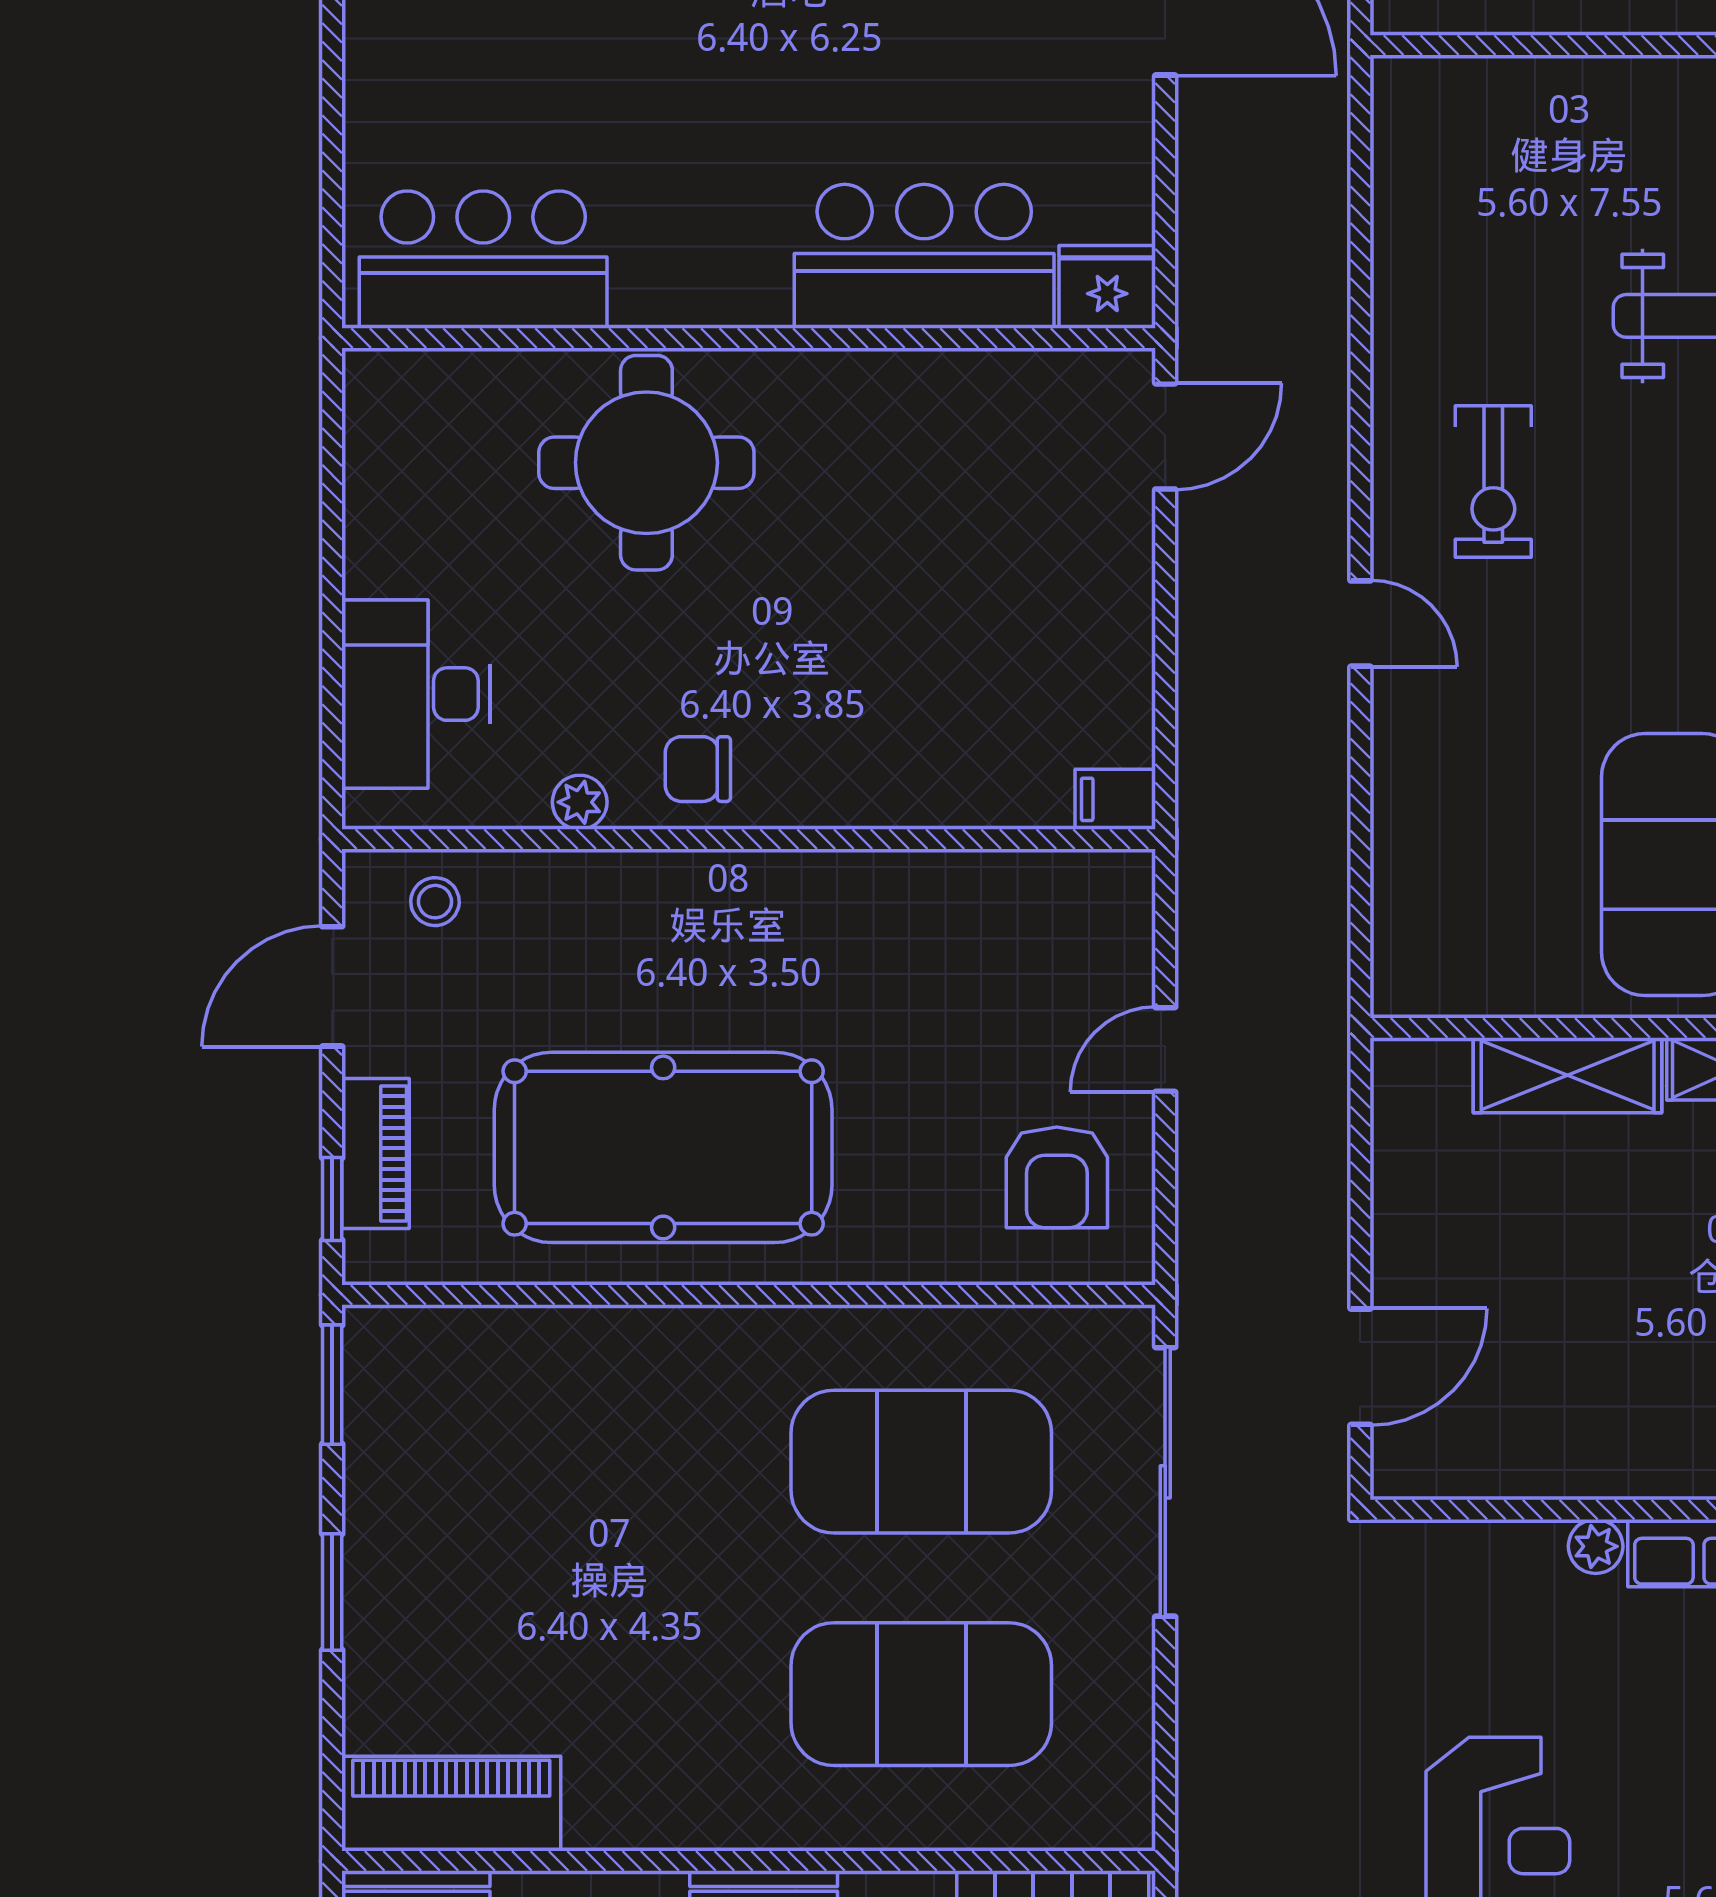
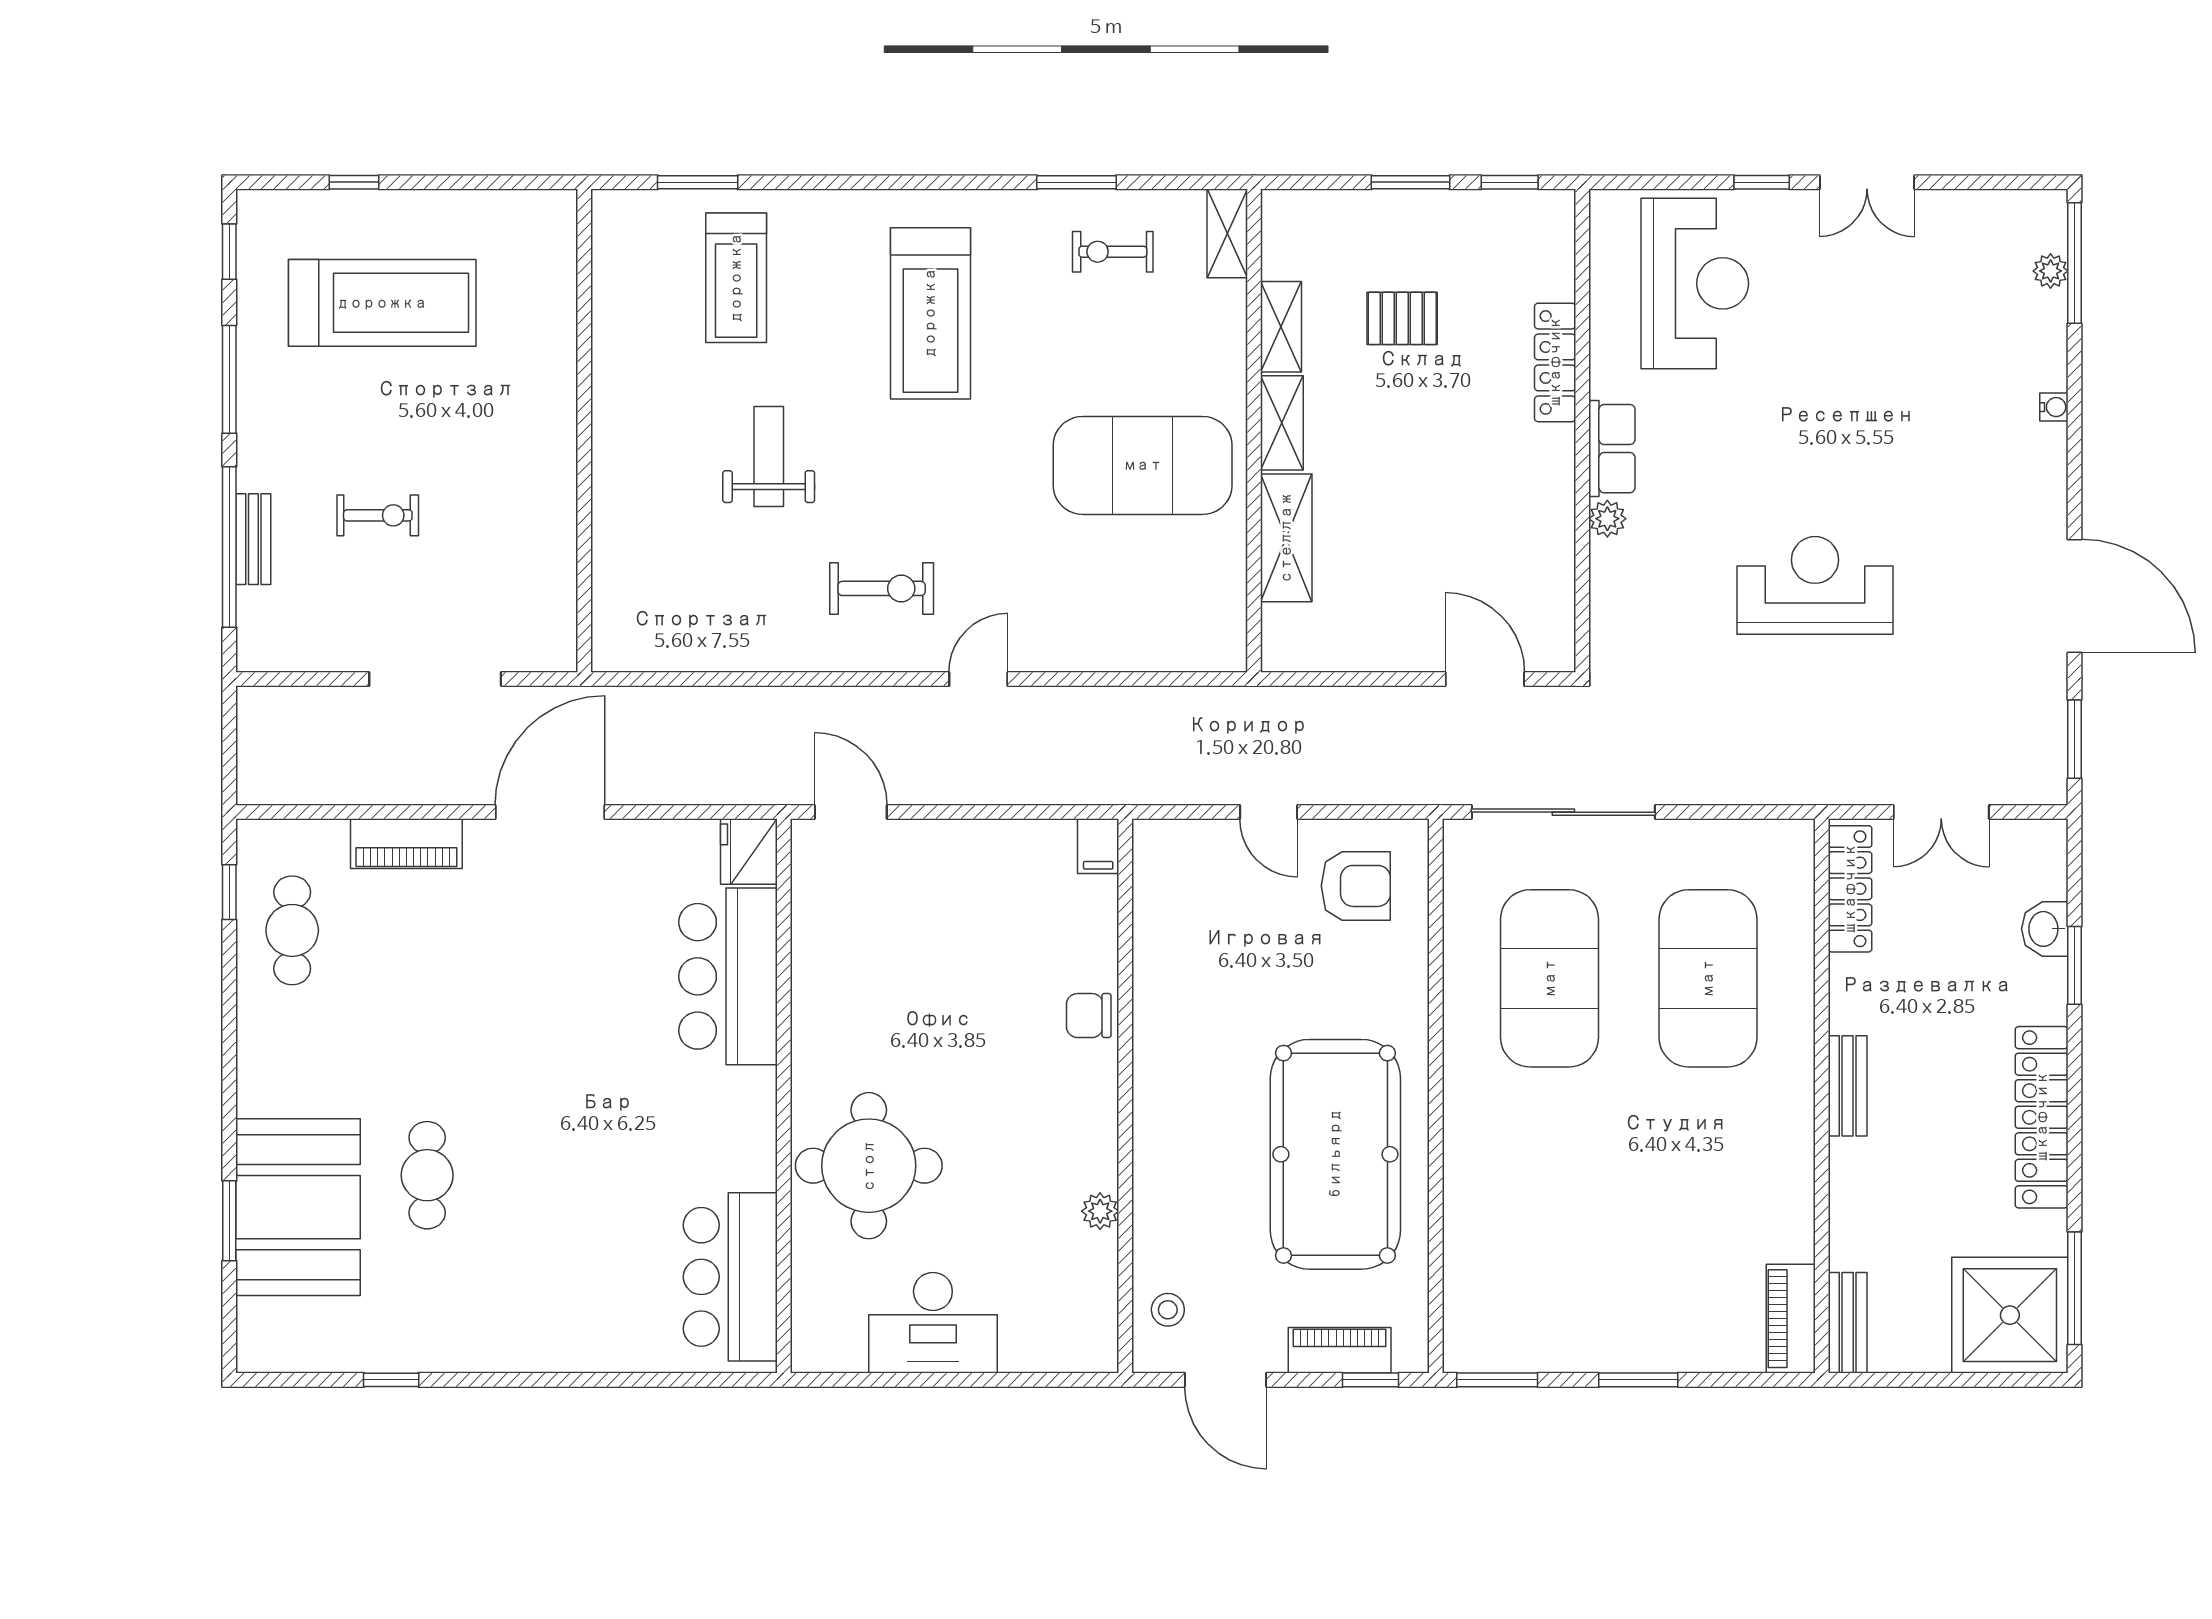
desk: (416, 694) -> (933, 1323), moved
chair: (698, 769) -> (1089, 1016), moved, turned 90
piano: (451, 1804) -> (1791, 1319), width x0.73, depth x0.75

